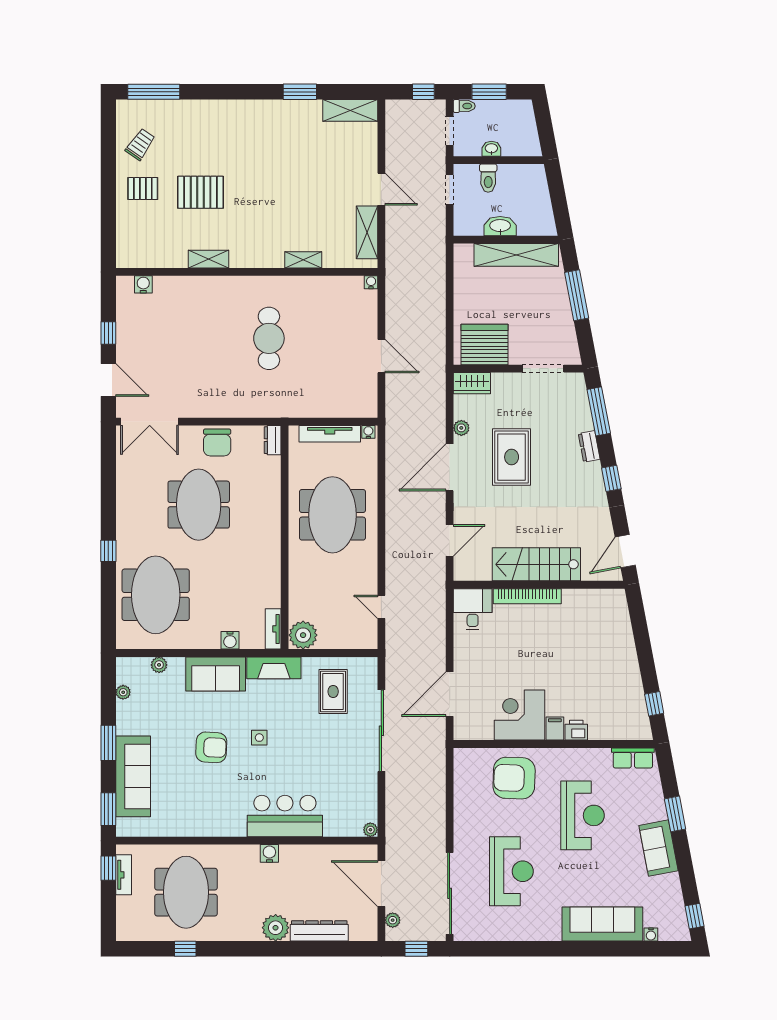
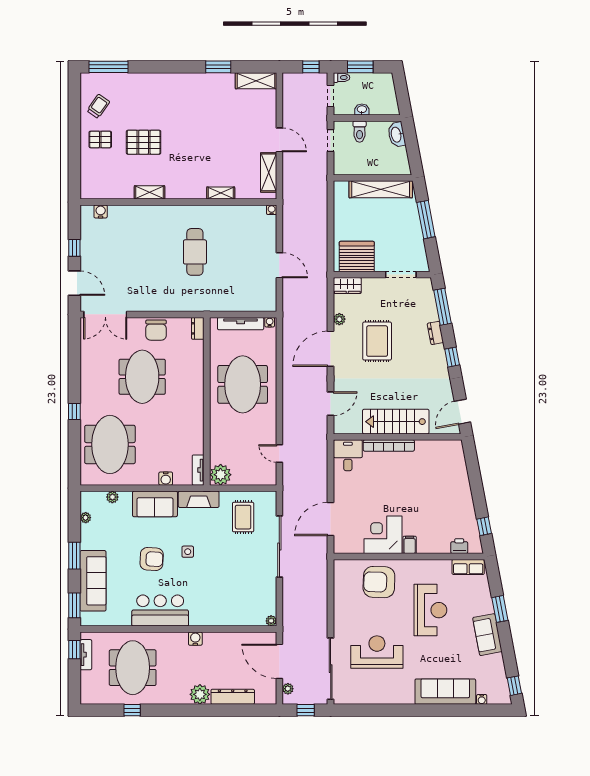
washbasin: (500, 226) -> (397, 135), moved, turned -101
printer: (576, 730) -> (459, 546), moved
bar counter: (285, 816) -> (160, 611), moved
reception desk: (511, 871) -> (377, 652), turned -90

